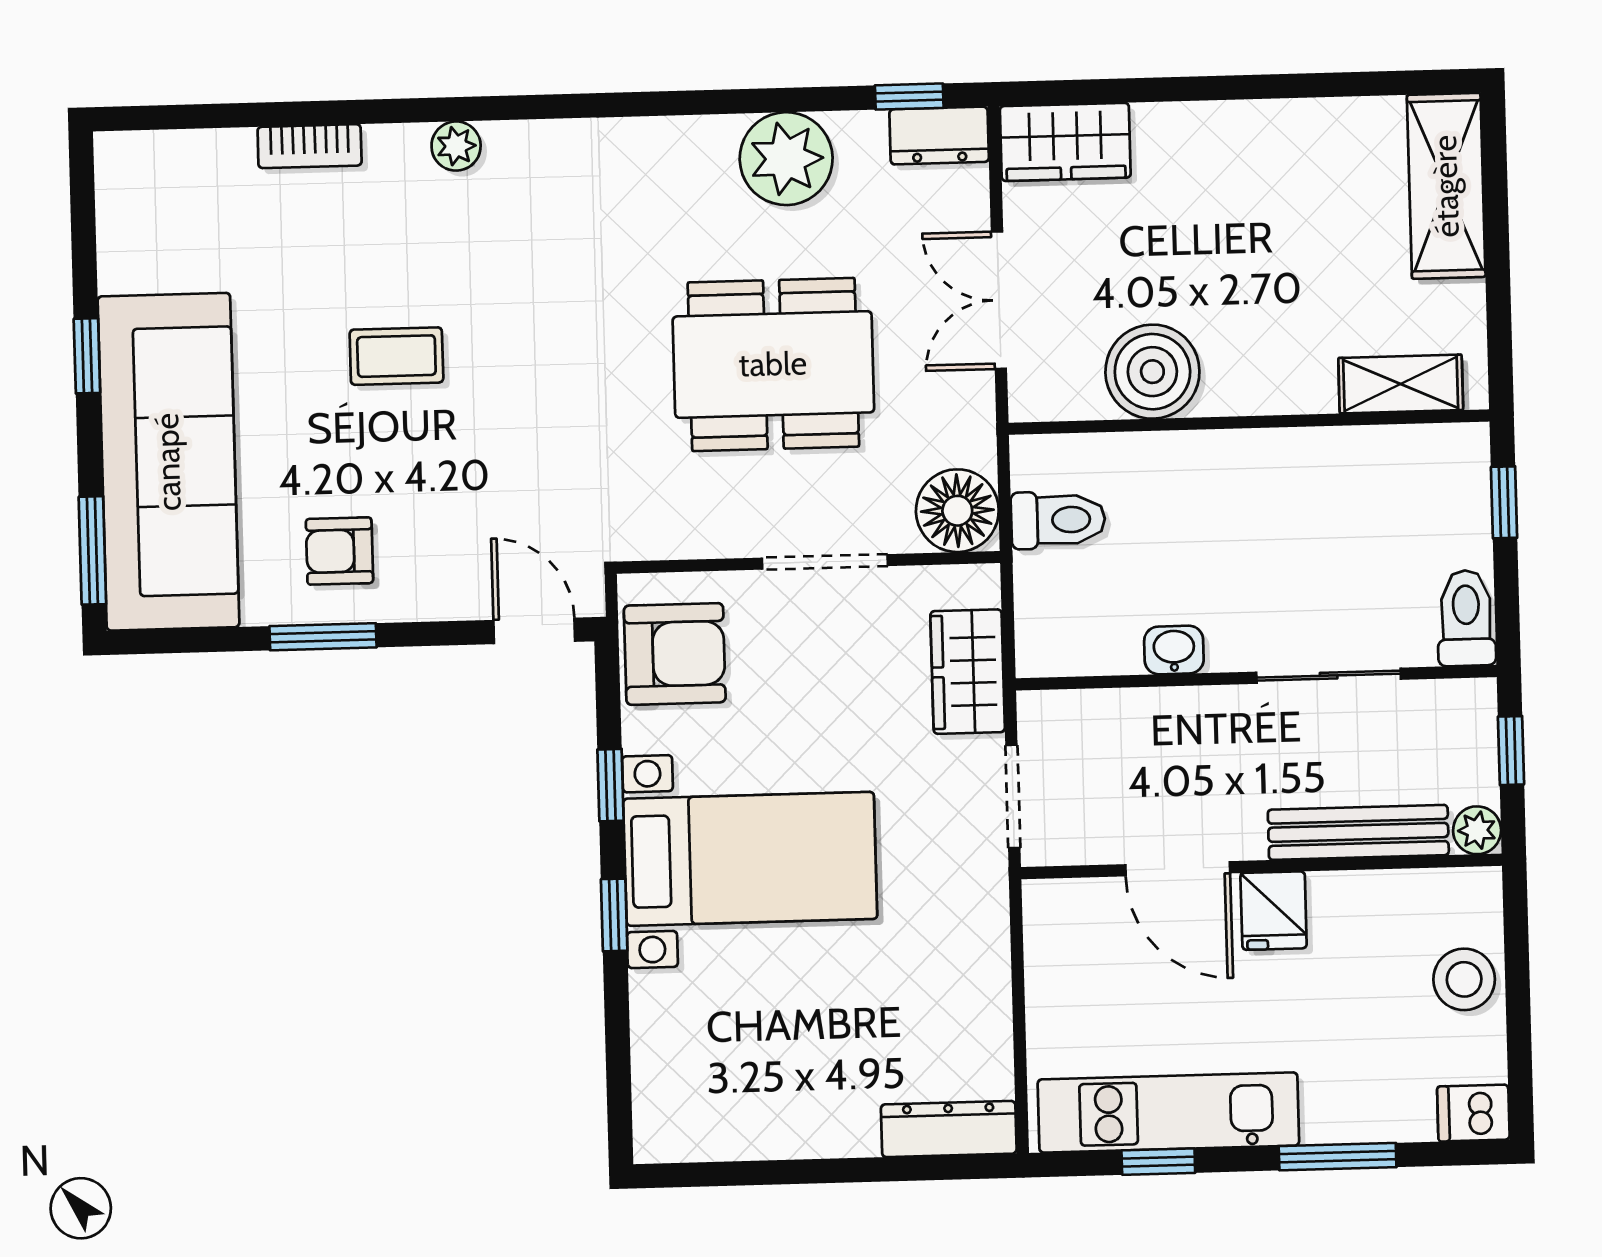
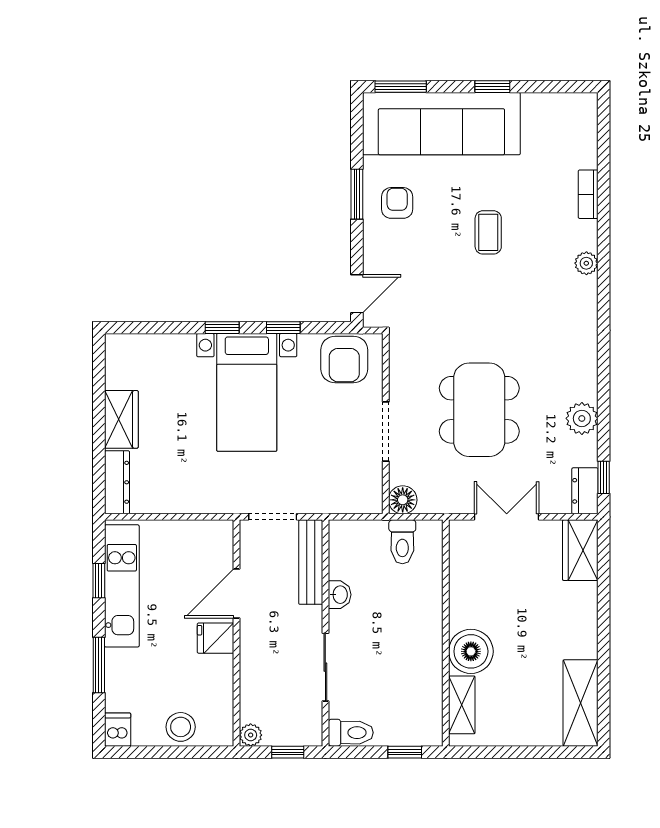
plant: (786, 159) -> (582, 418), width x0.73, depth x0.73
shelving: (1446, 186) -> (581, 703), moved, turned 90
boiler: (1152, 372) -> (471, 651), moved
floor lamp: (957, 511) -> (403, 500), width x0.73, depth x0.73
wardrobe: (968, 672) -> (121, 419), moved, turned 90
bench: (1358, 832) -> (311, 562), moved

